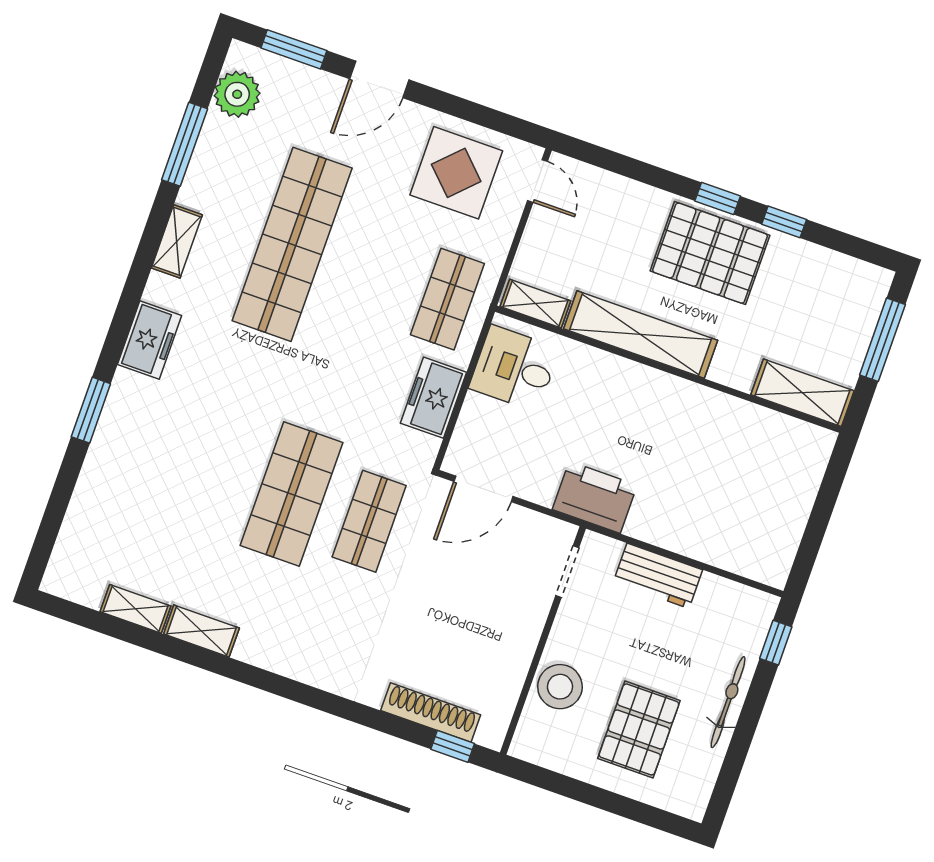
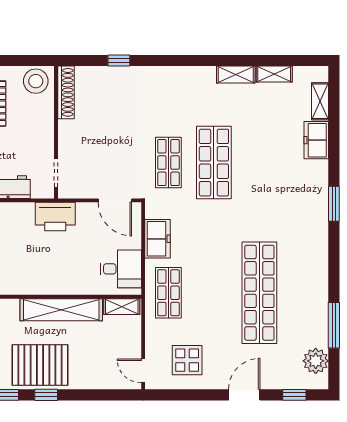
window: (294, 49) -> (294, 395), width x0.67
display table: (456, 173) -> (187, 360), width x0.73, depth x0.73
shelving: (177, 241) -> (320, 101), moved
freezer: (149, 340) -> (316, 140), moved
window: (91, 410) -> (334, 204), moved
door: (483, 489) -> (115, 200), swing flipped
stool: (560, 687) -> (36, 81), moved
shoe rack: (431, 713) -> (66, 92), moved, turned -90
window: (453, 746) -> (119, 60), moved

